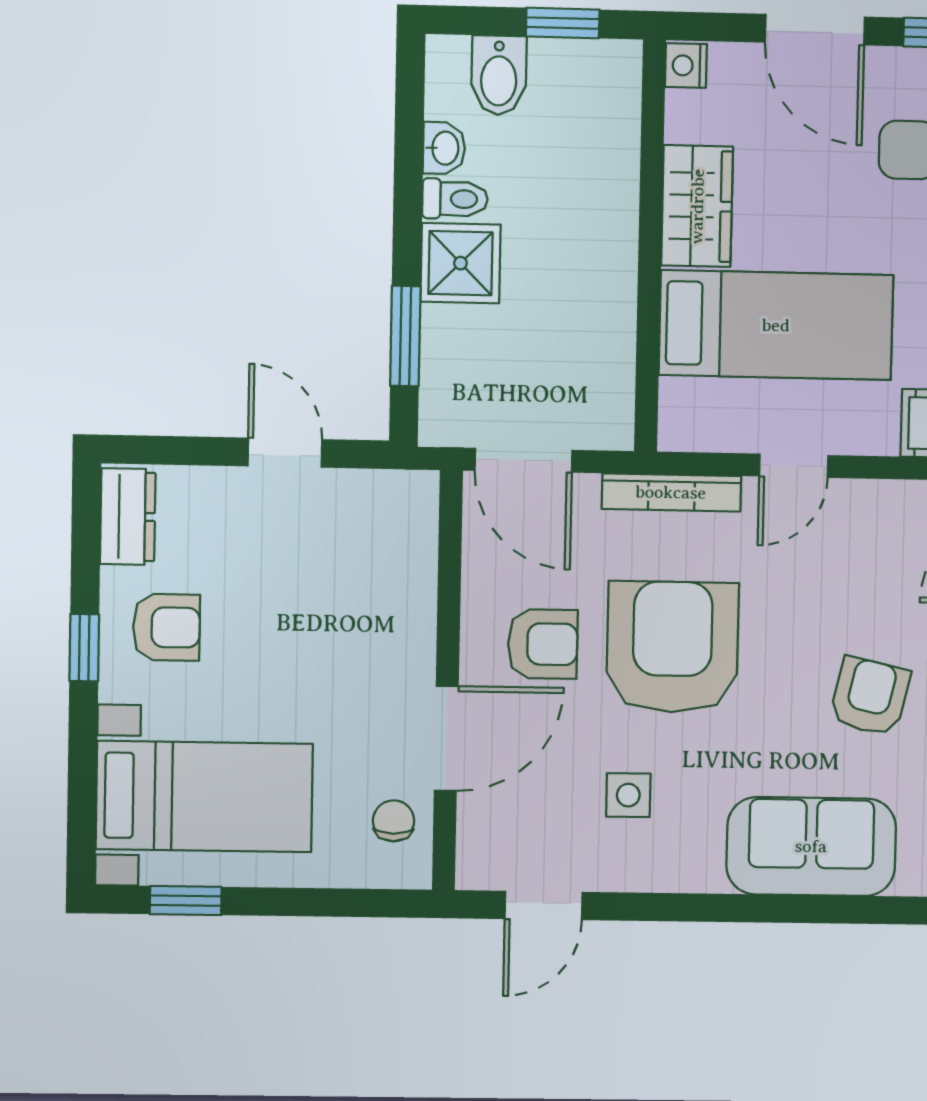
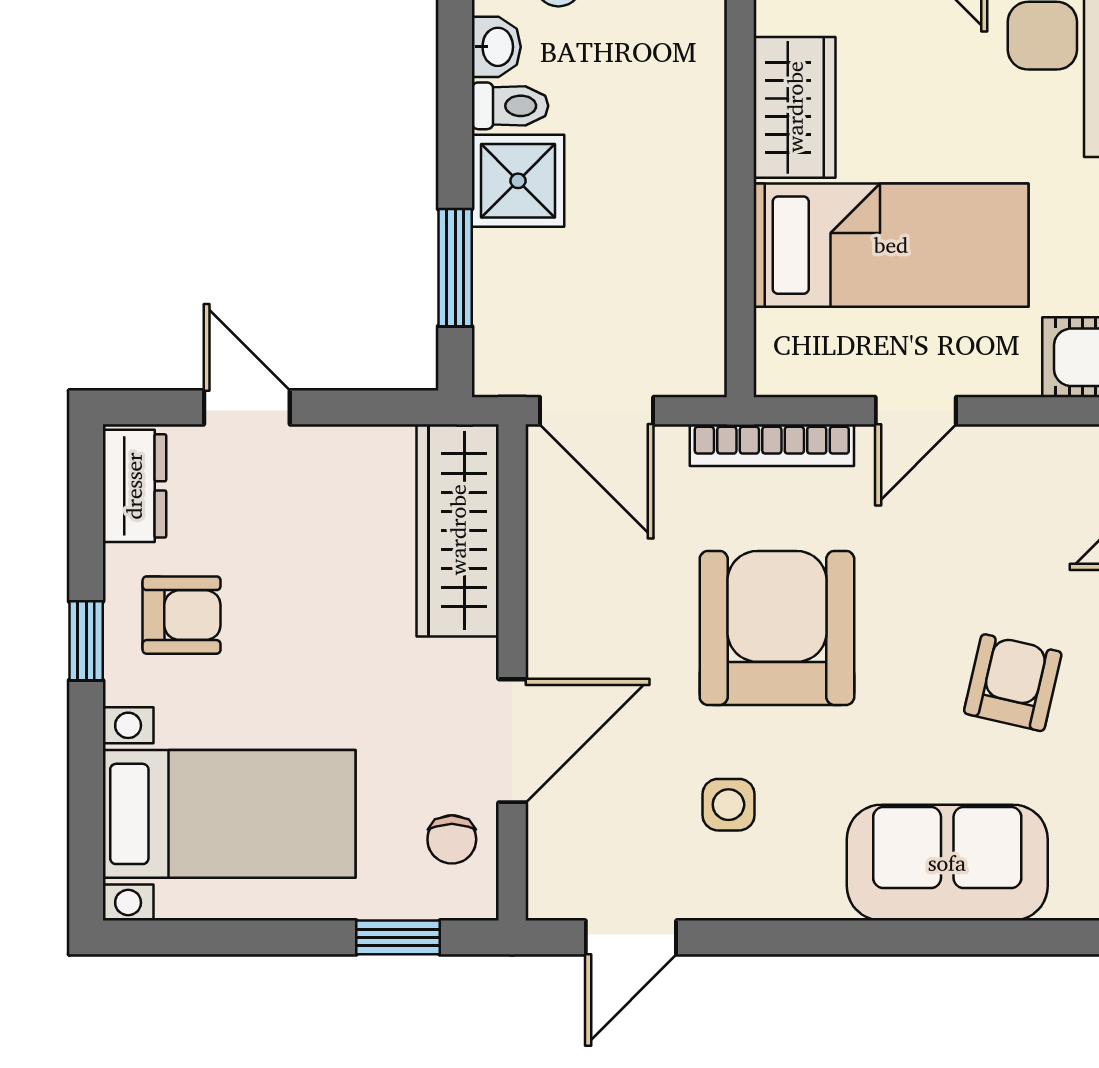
door: (285, 453) -> (247, 407), moved
wardrobe: (403, 560) -> (458, 530), added
armchair: (543, 644) -> (624, 627), removed
chair: (394, 821) -> (452, 839), turned 180
window: (186, 901) -> (398, 937), moved

